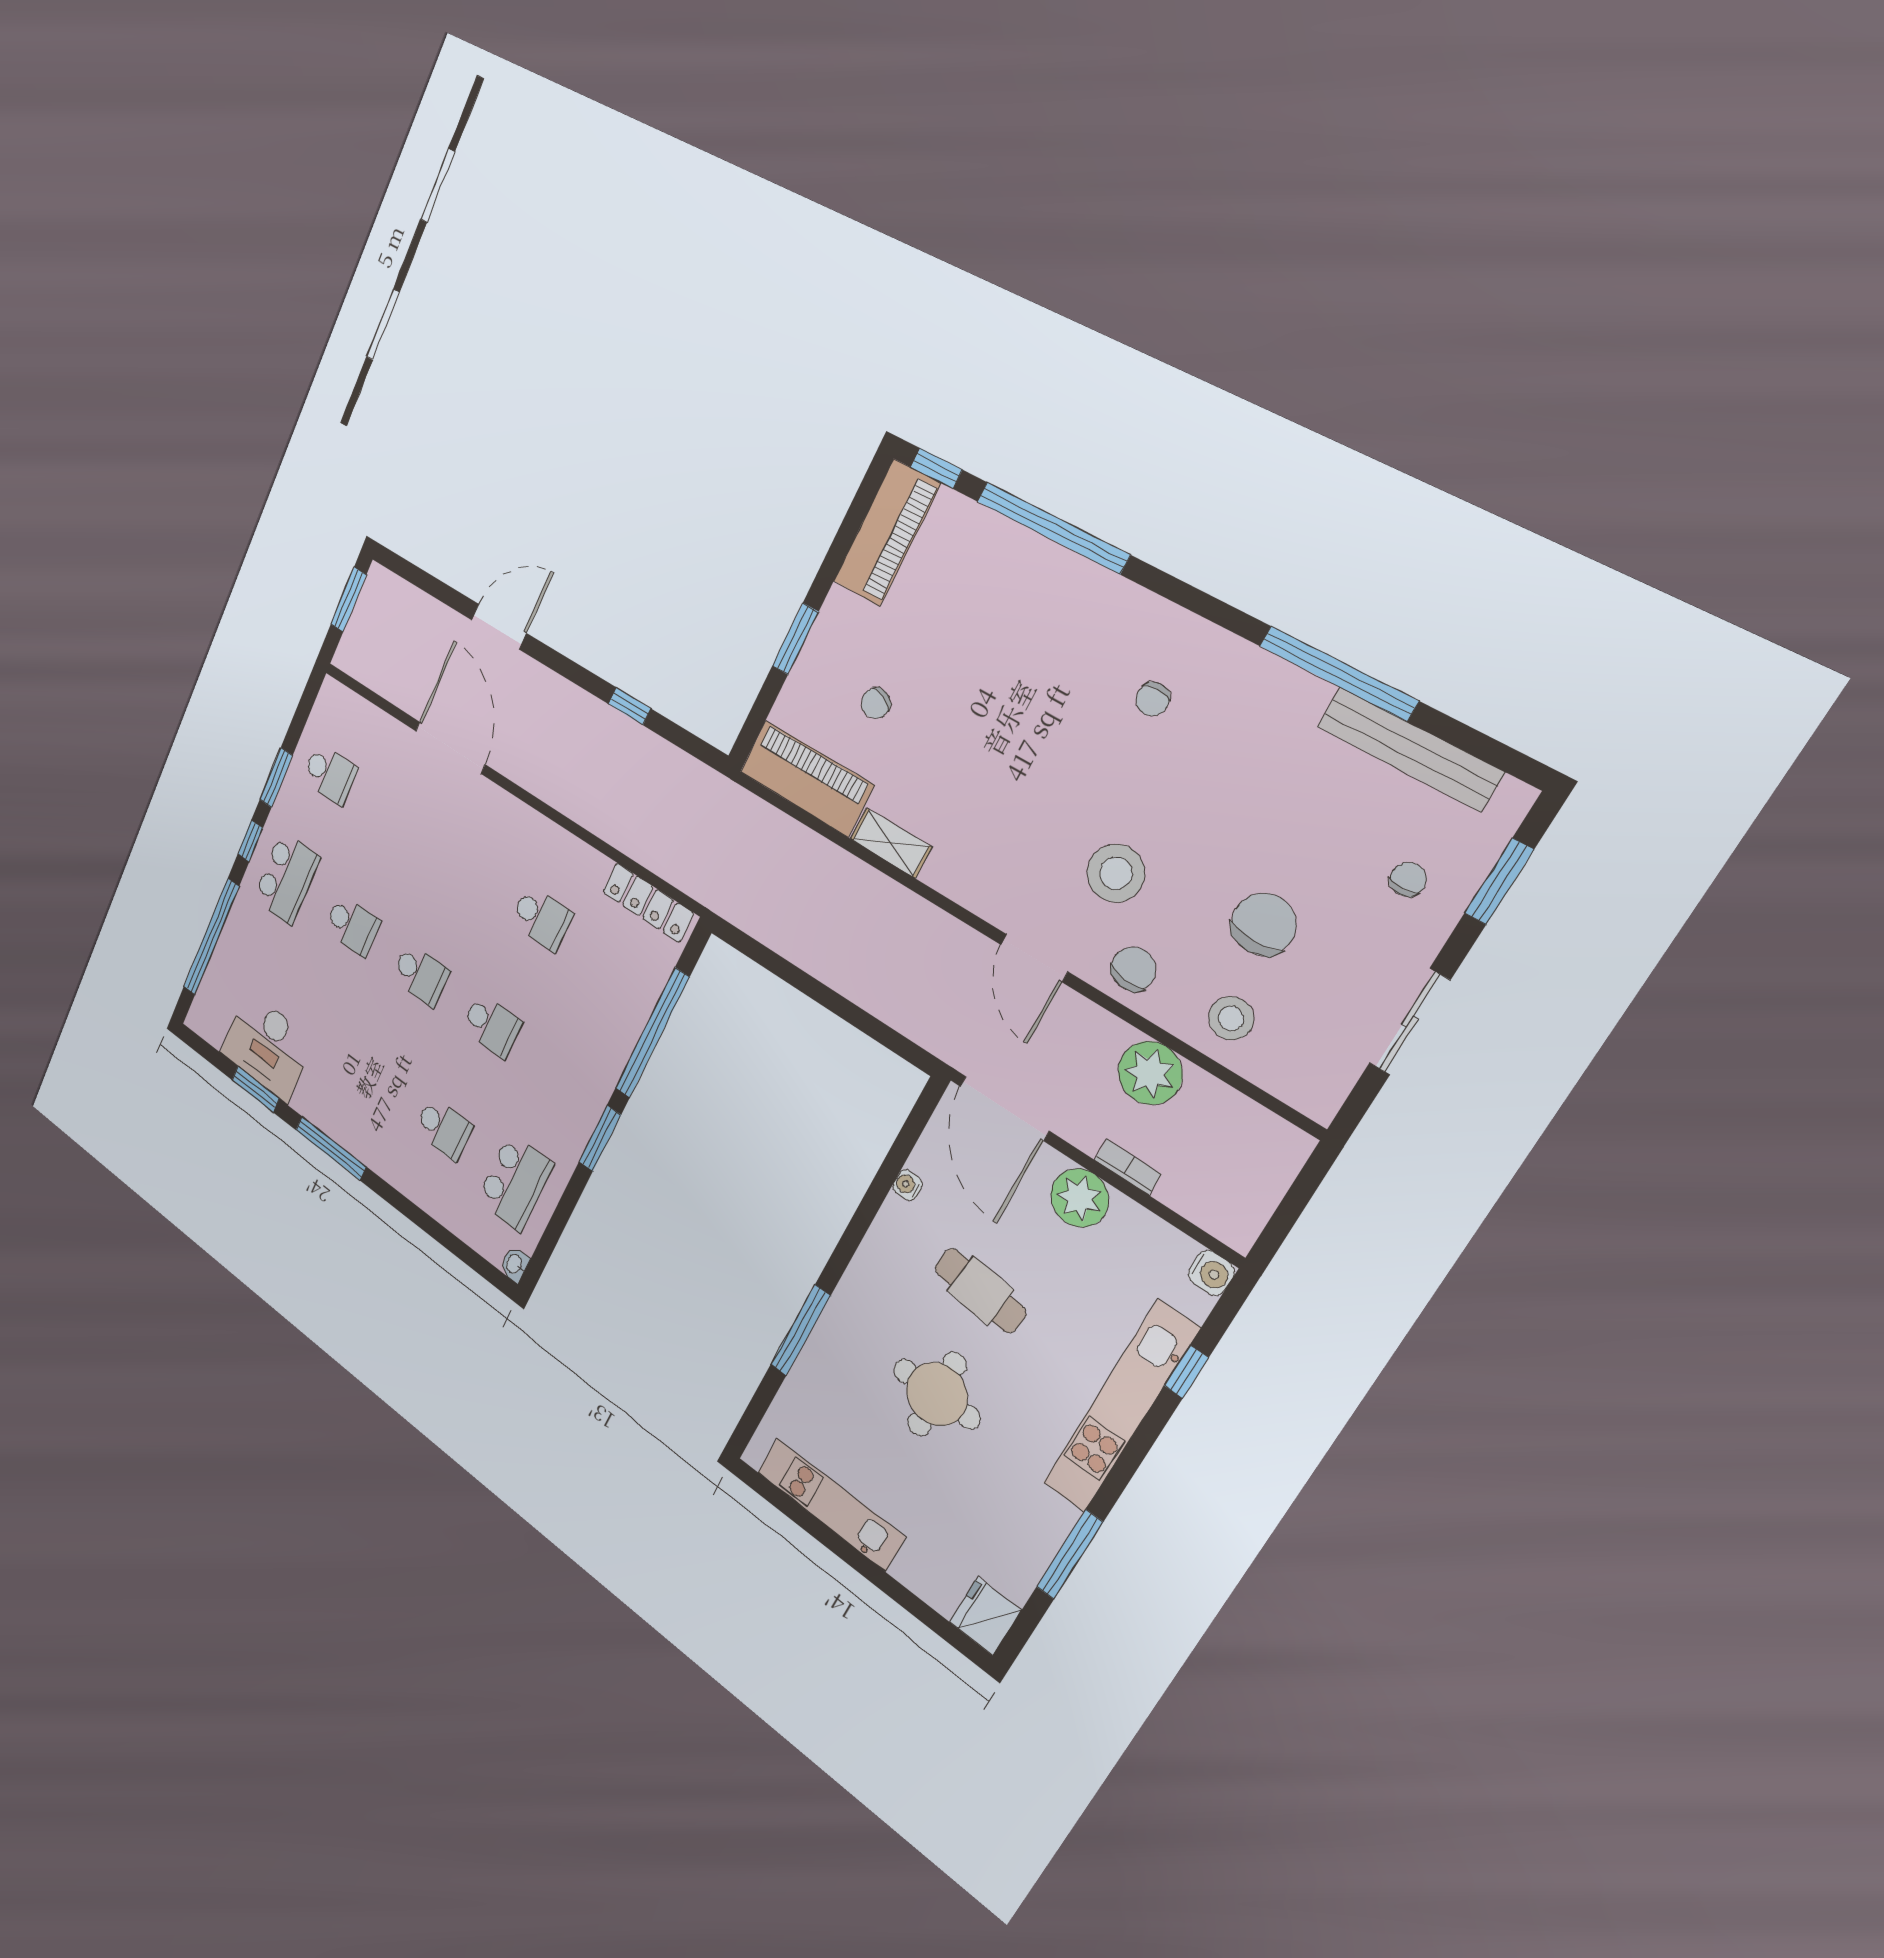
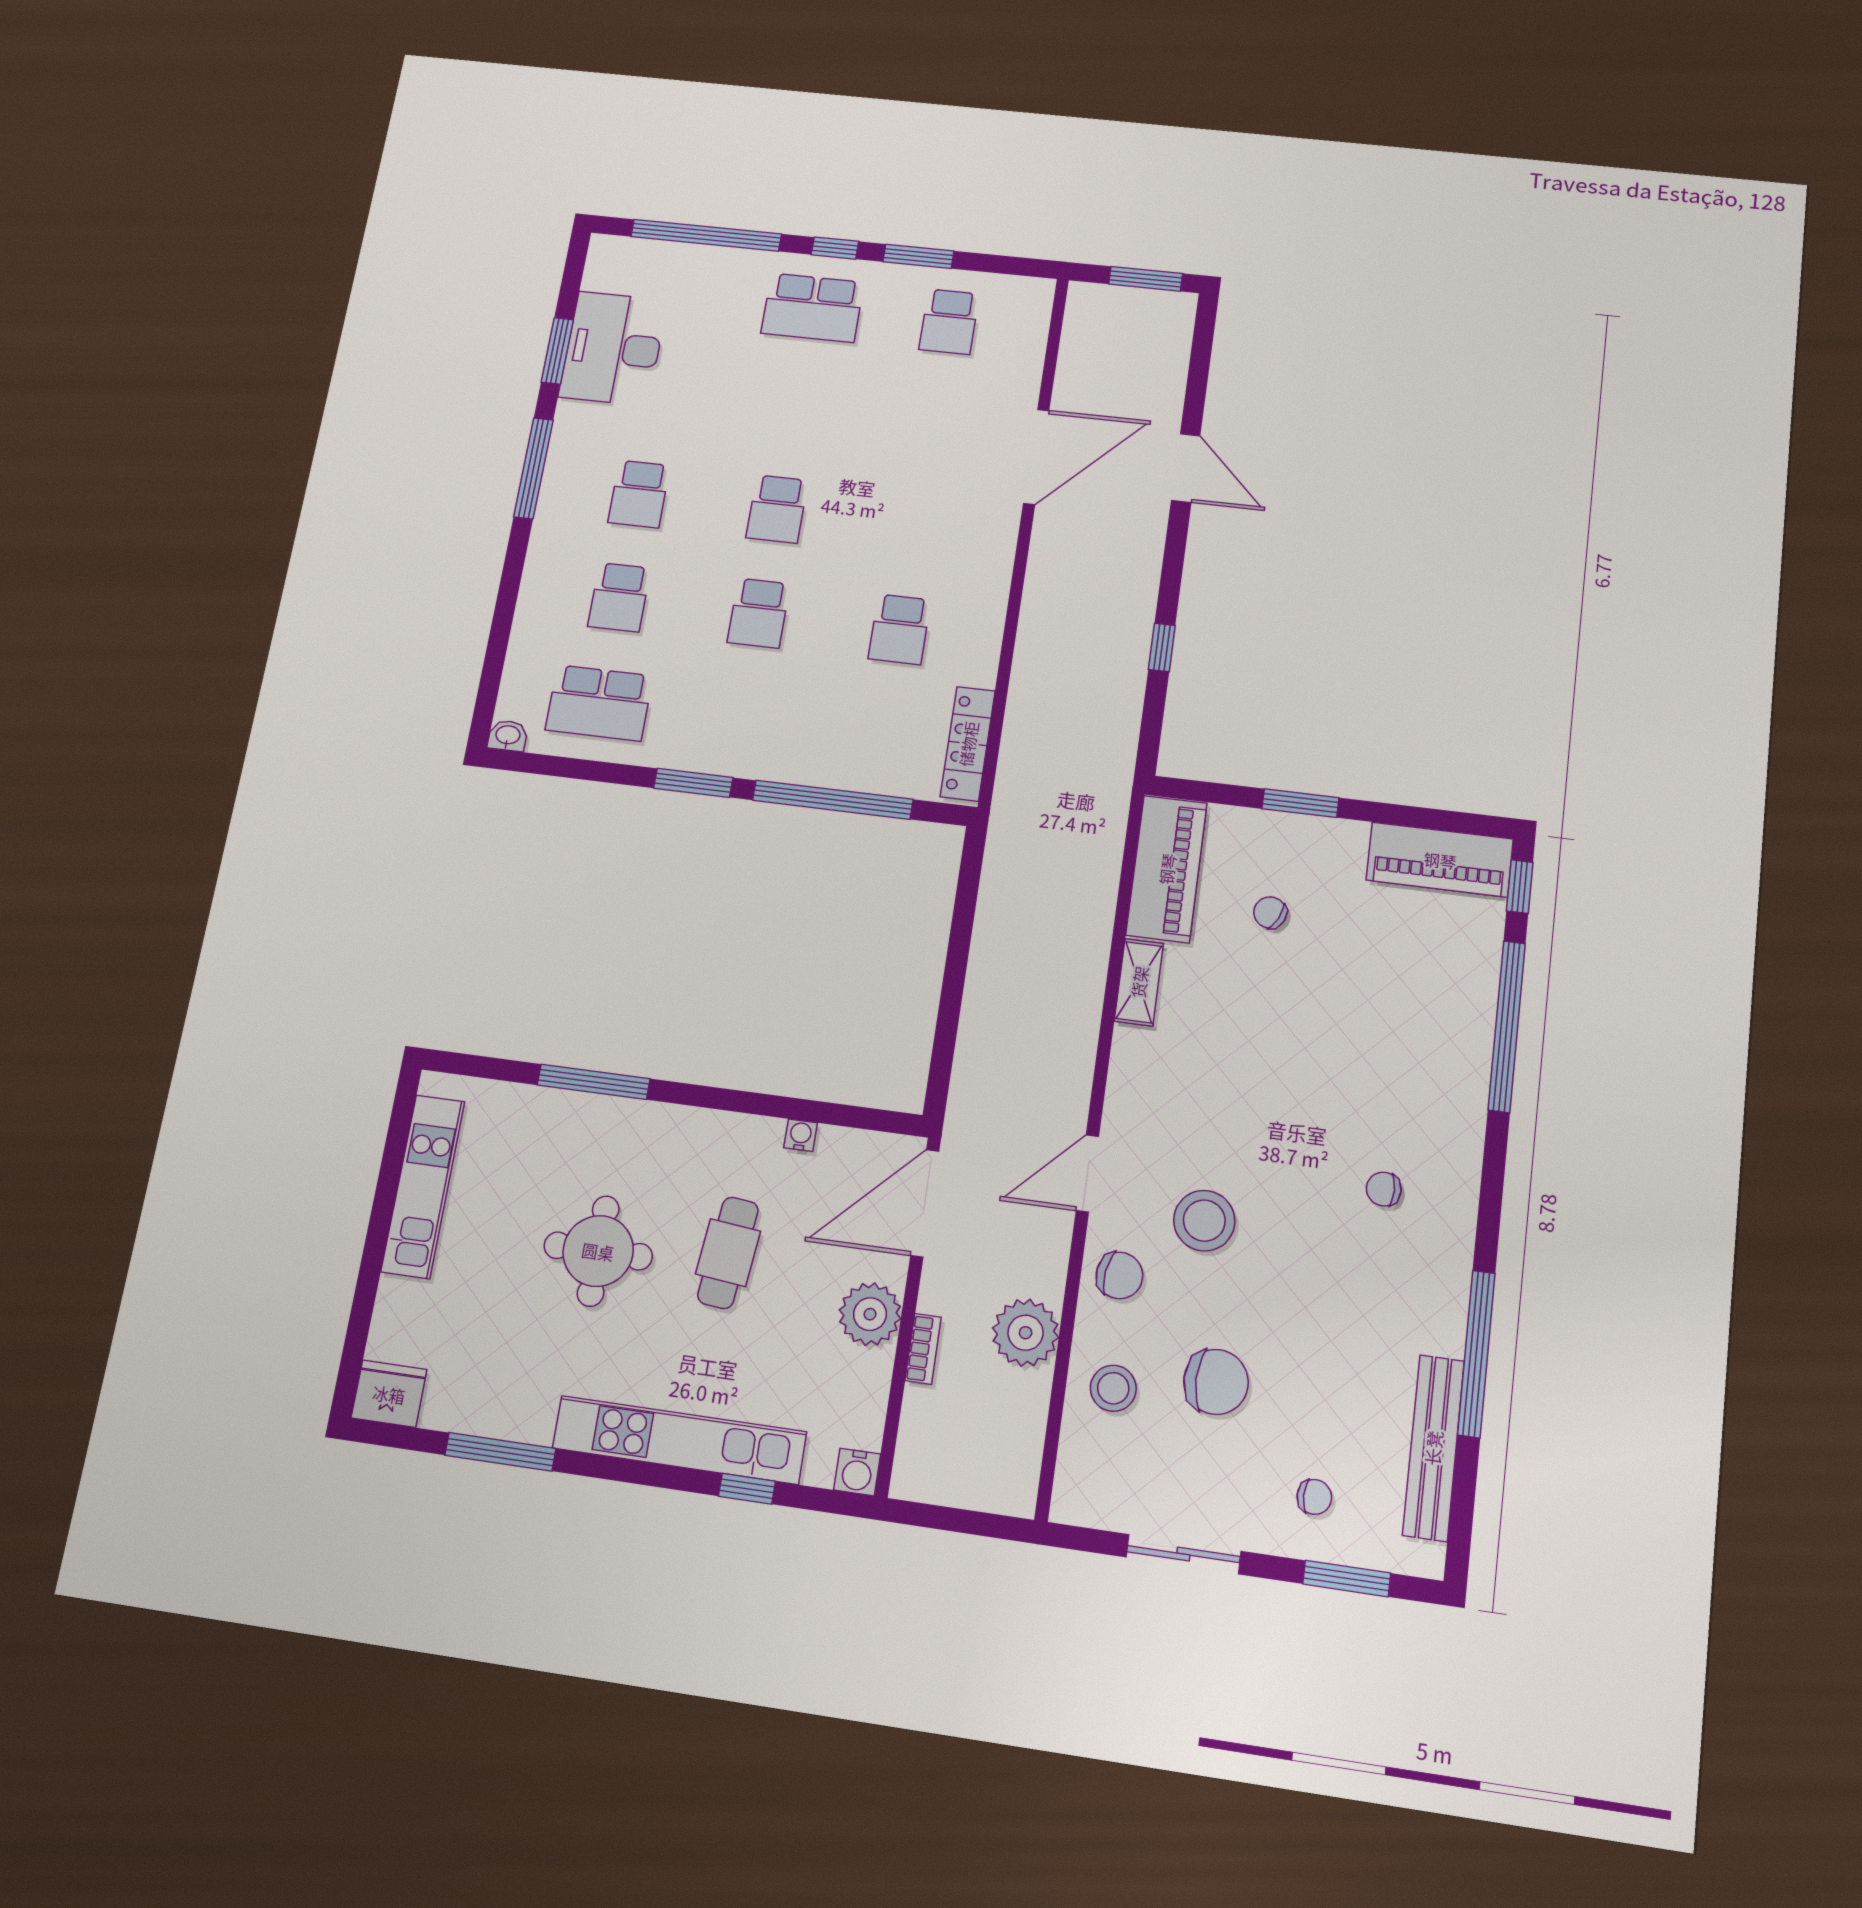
school desk: (352, 926) -> (639, 494), moved

